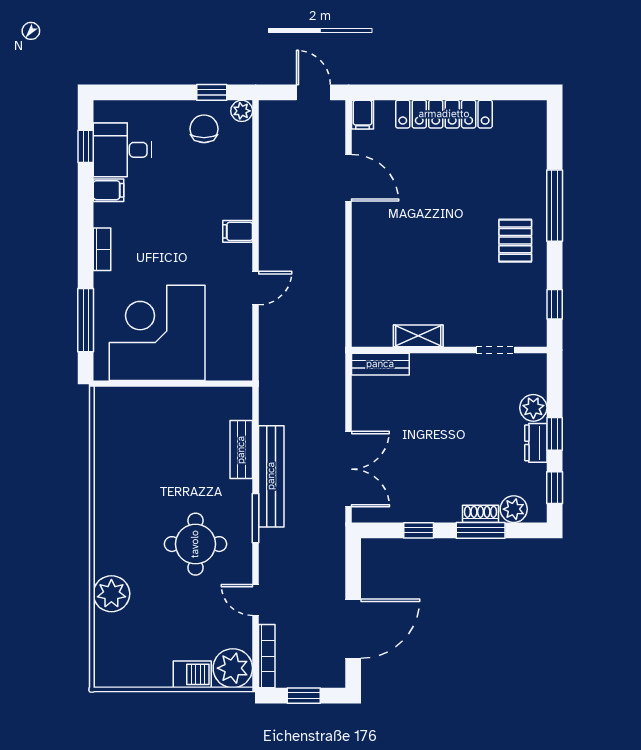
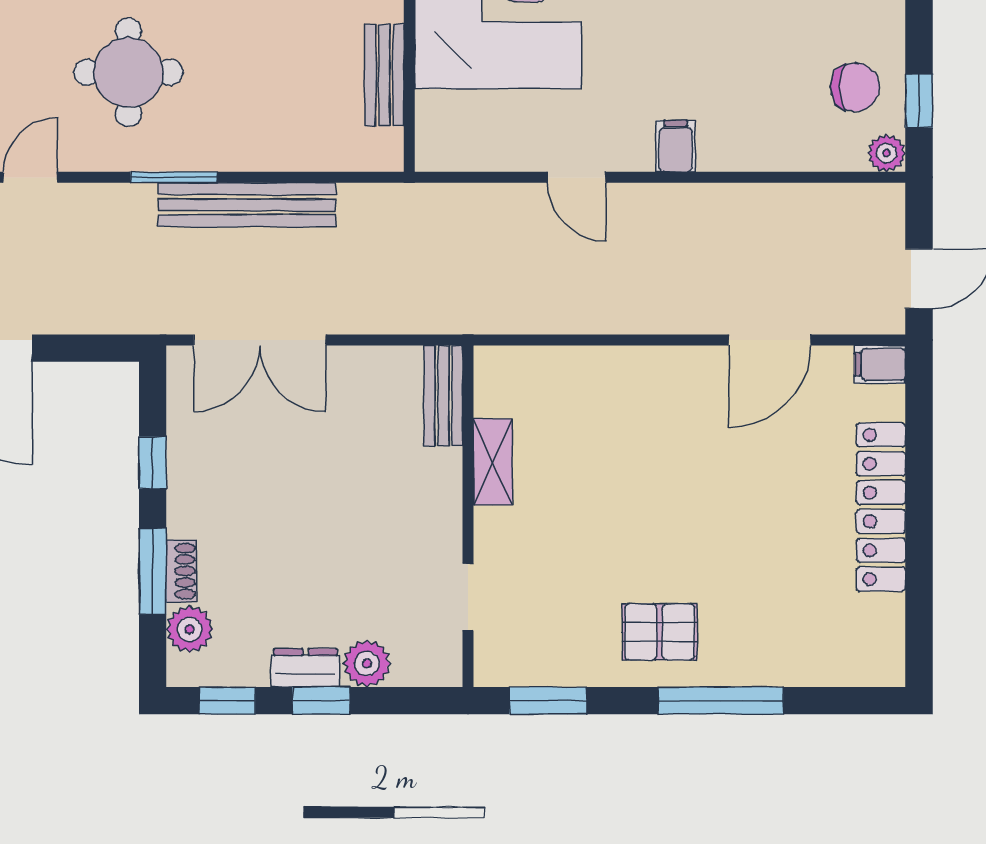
window: (555, 304) -> (548, 701), width x1.50
bench: (241, 450) -> (384, 75), moved, turned 90

